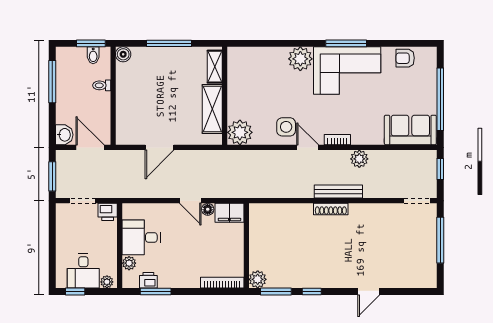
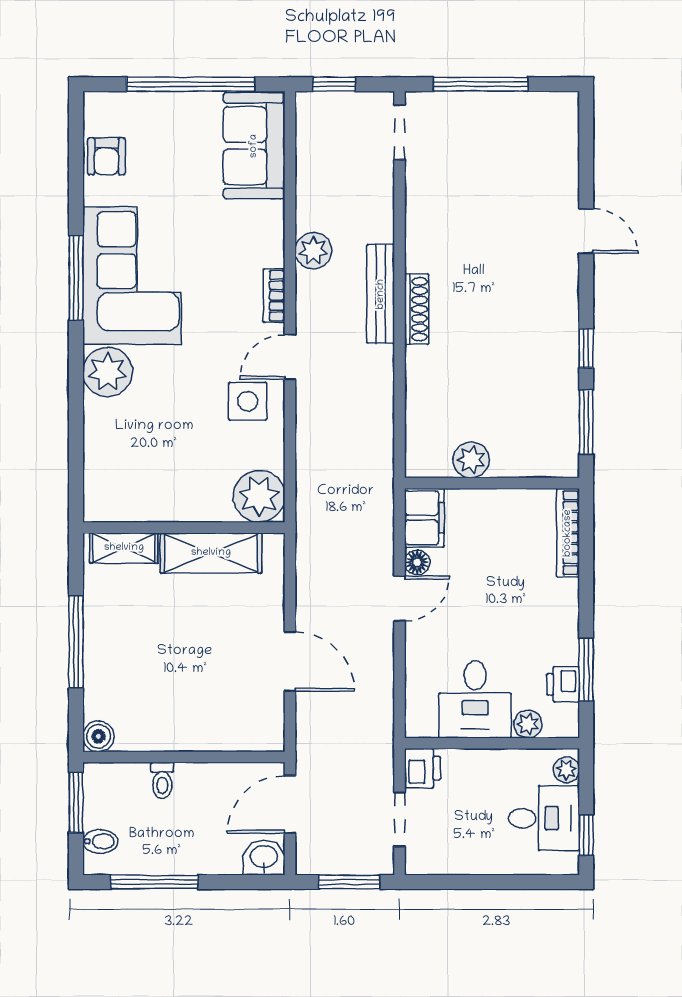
bidet: (93, 55) -> (100, 841), moved
plant: (258, 279) -> (471, 460), moved

